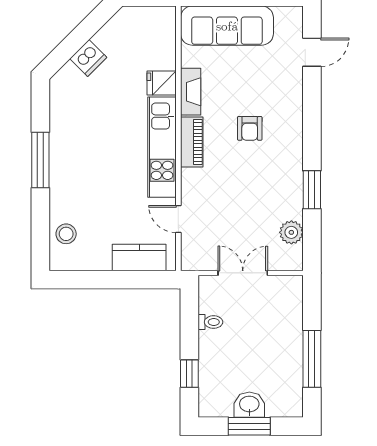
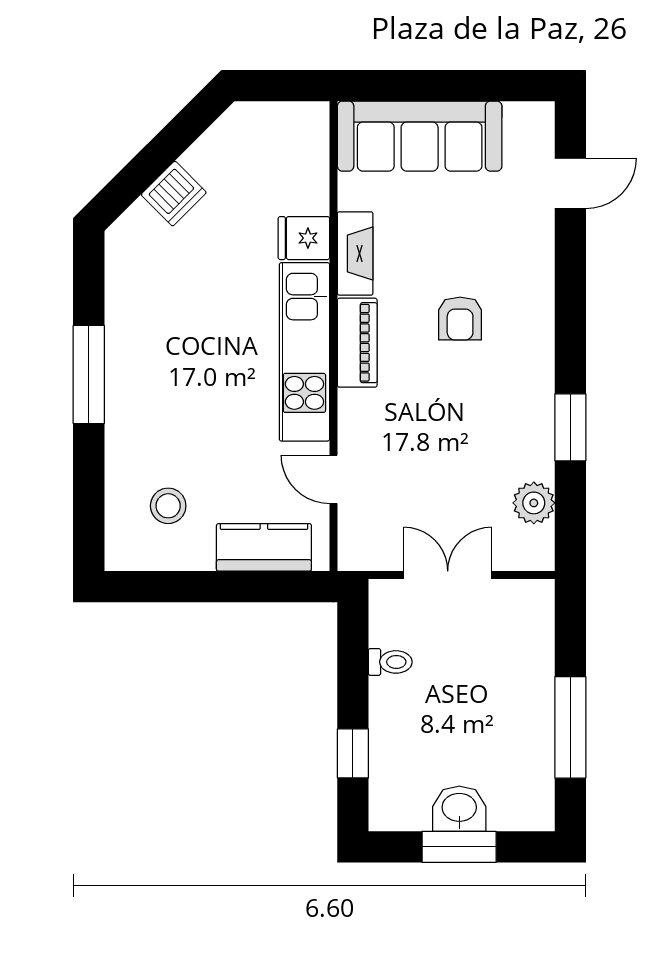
stool: (66, 234) -> (168, 506), moved

